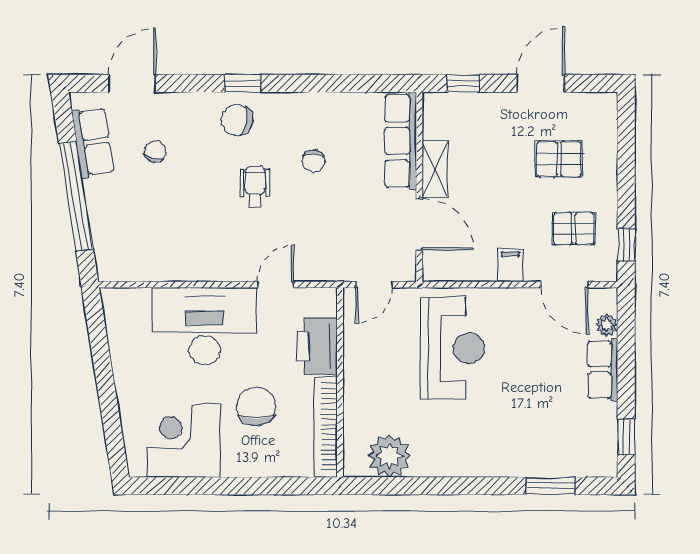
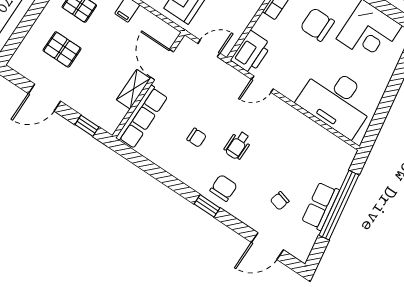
chair: (237, 120) -> (224, 188), turned -102
row of seats: (93, 142) -> (320, 206), moved
chair: (314, 161) -> (197, 138), turned 90
desk: (205, 326) -> (337, 101), moved
printer: (317, 346) -> (251, 52), moved
chair: (256, 407) -> (317, 25), turned 90

